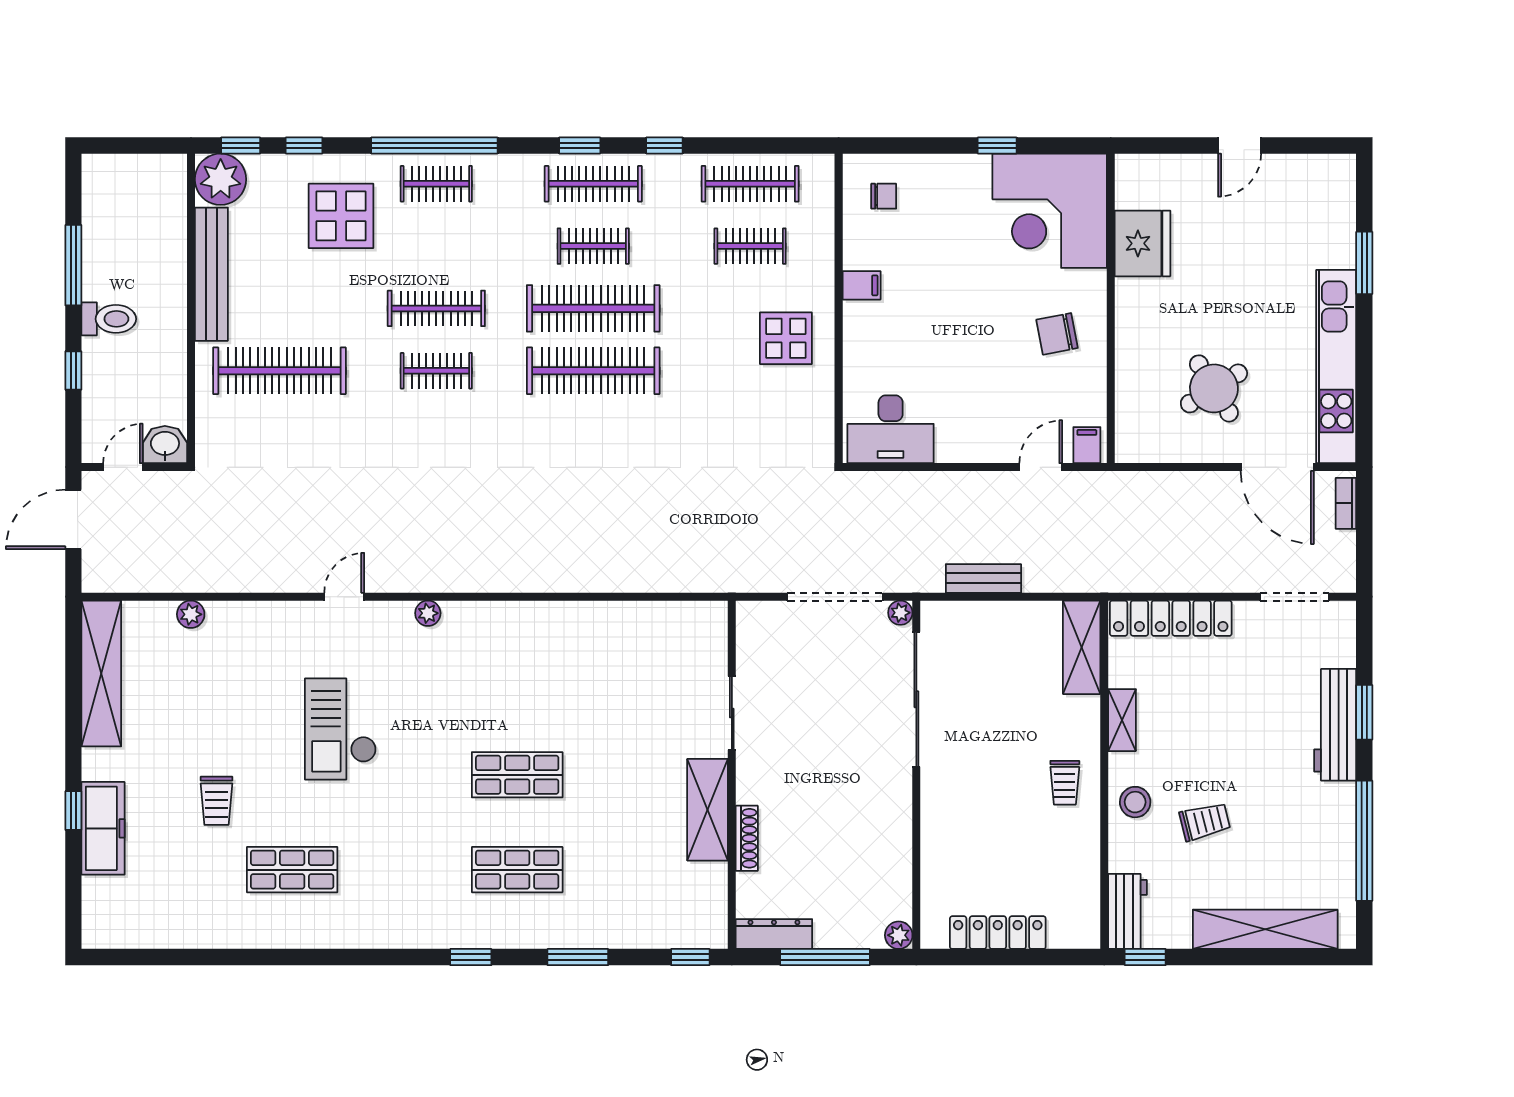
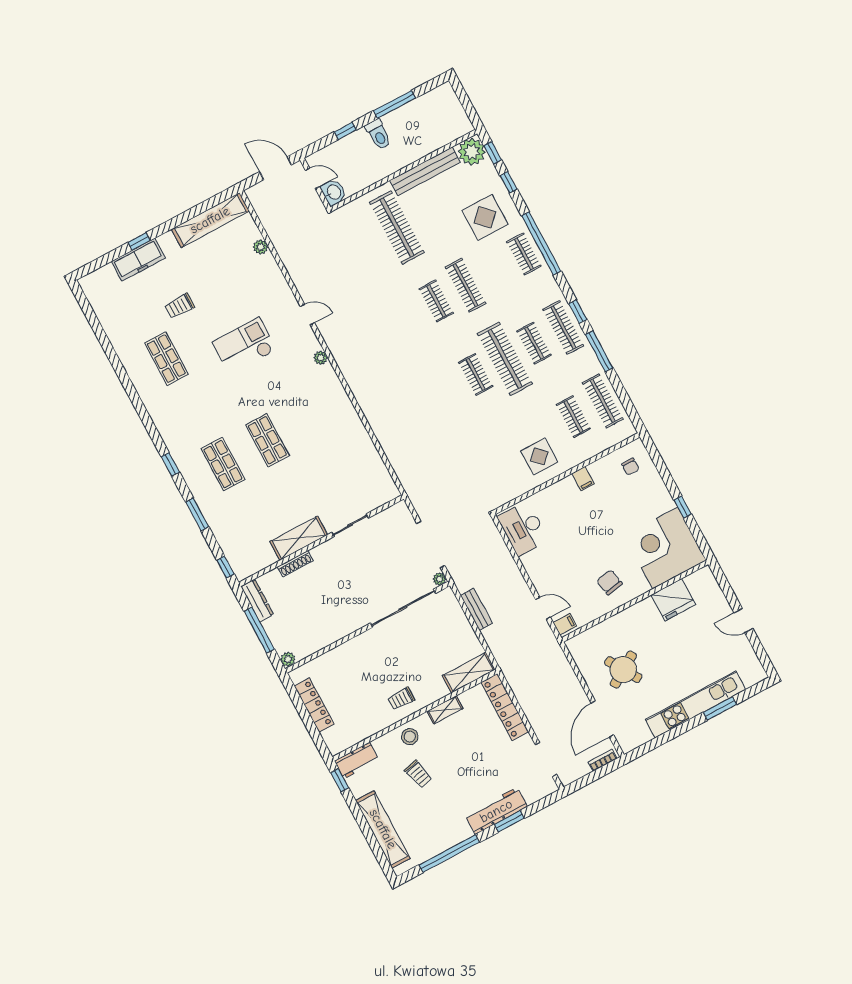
window: (664, 146) -> (599, 351), width x2.17
kitchen unit: (1336, 366) -> (695, 705), moved
clothes rail: (593, 371) -> (476, 374), width x0.54, depth x0.76

